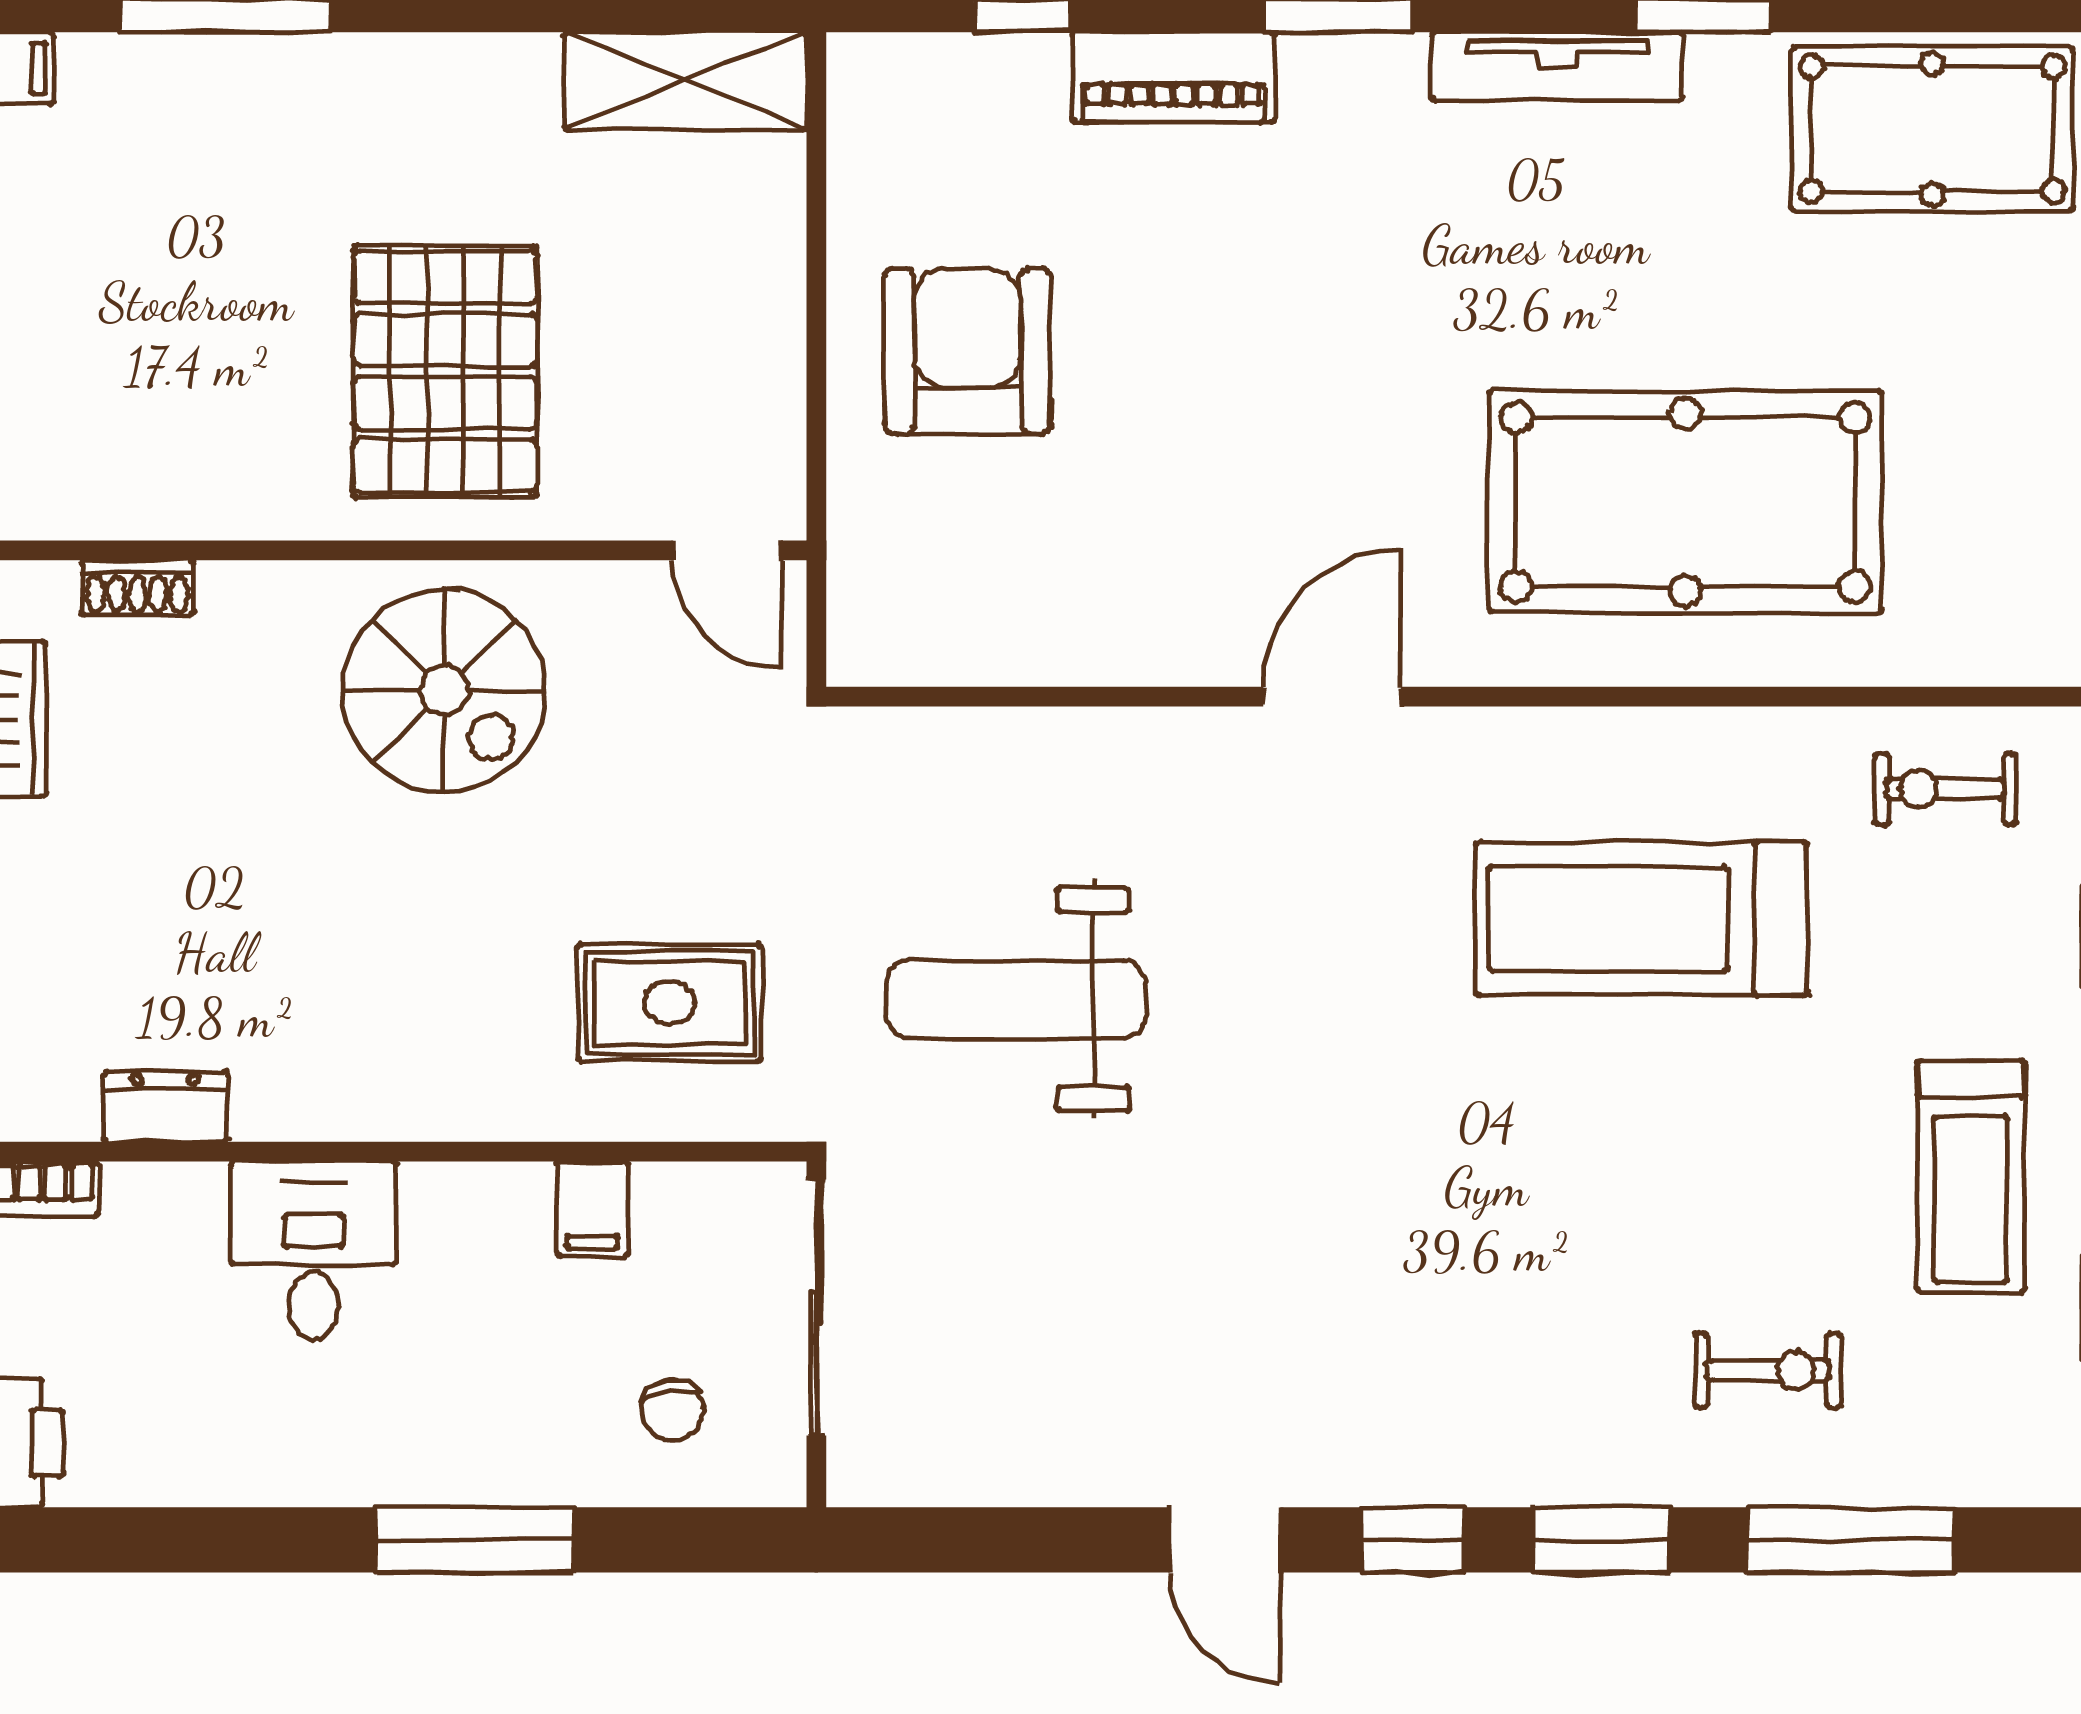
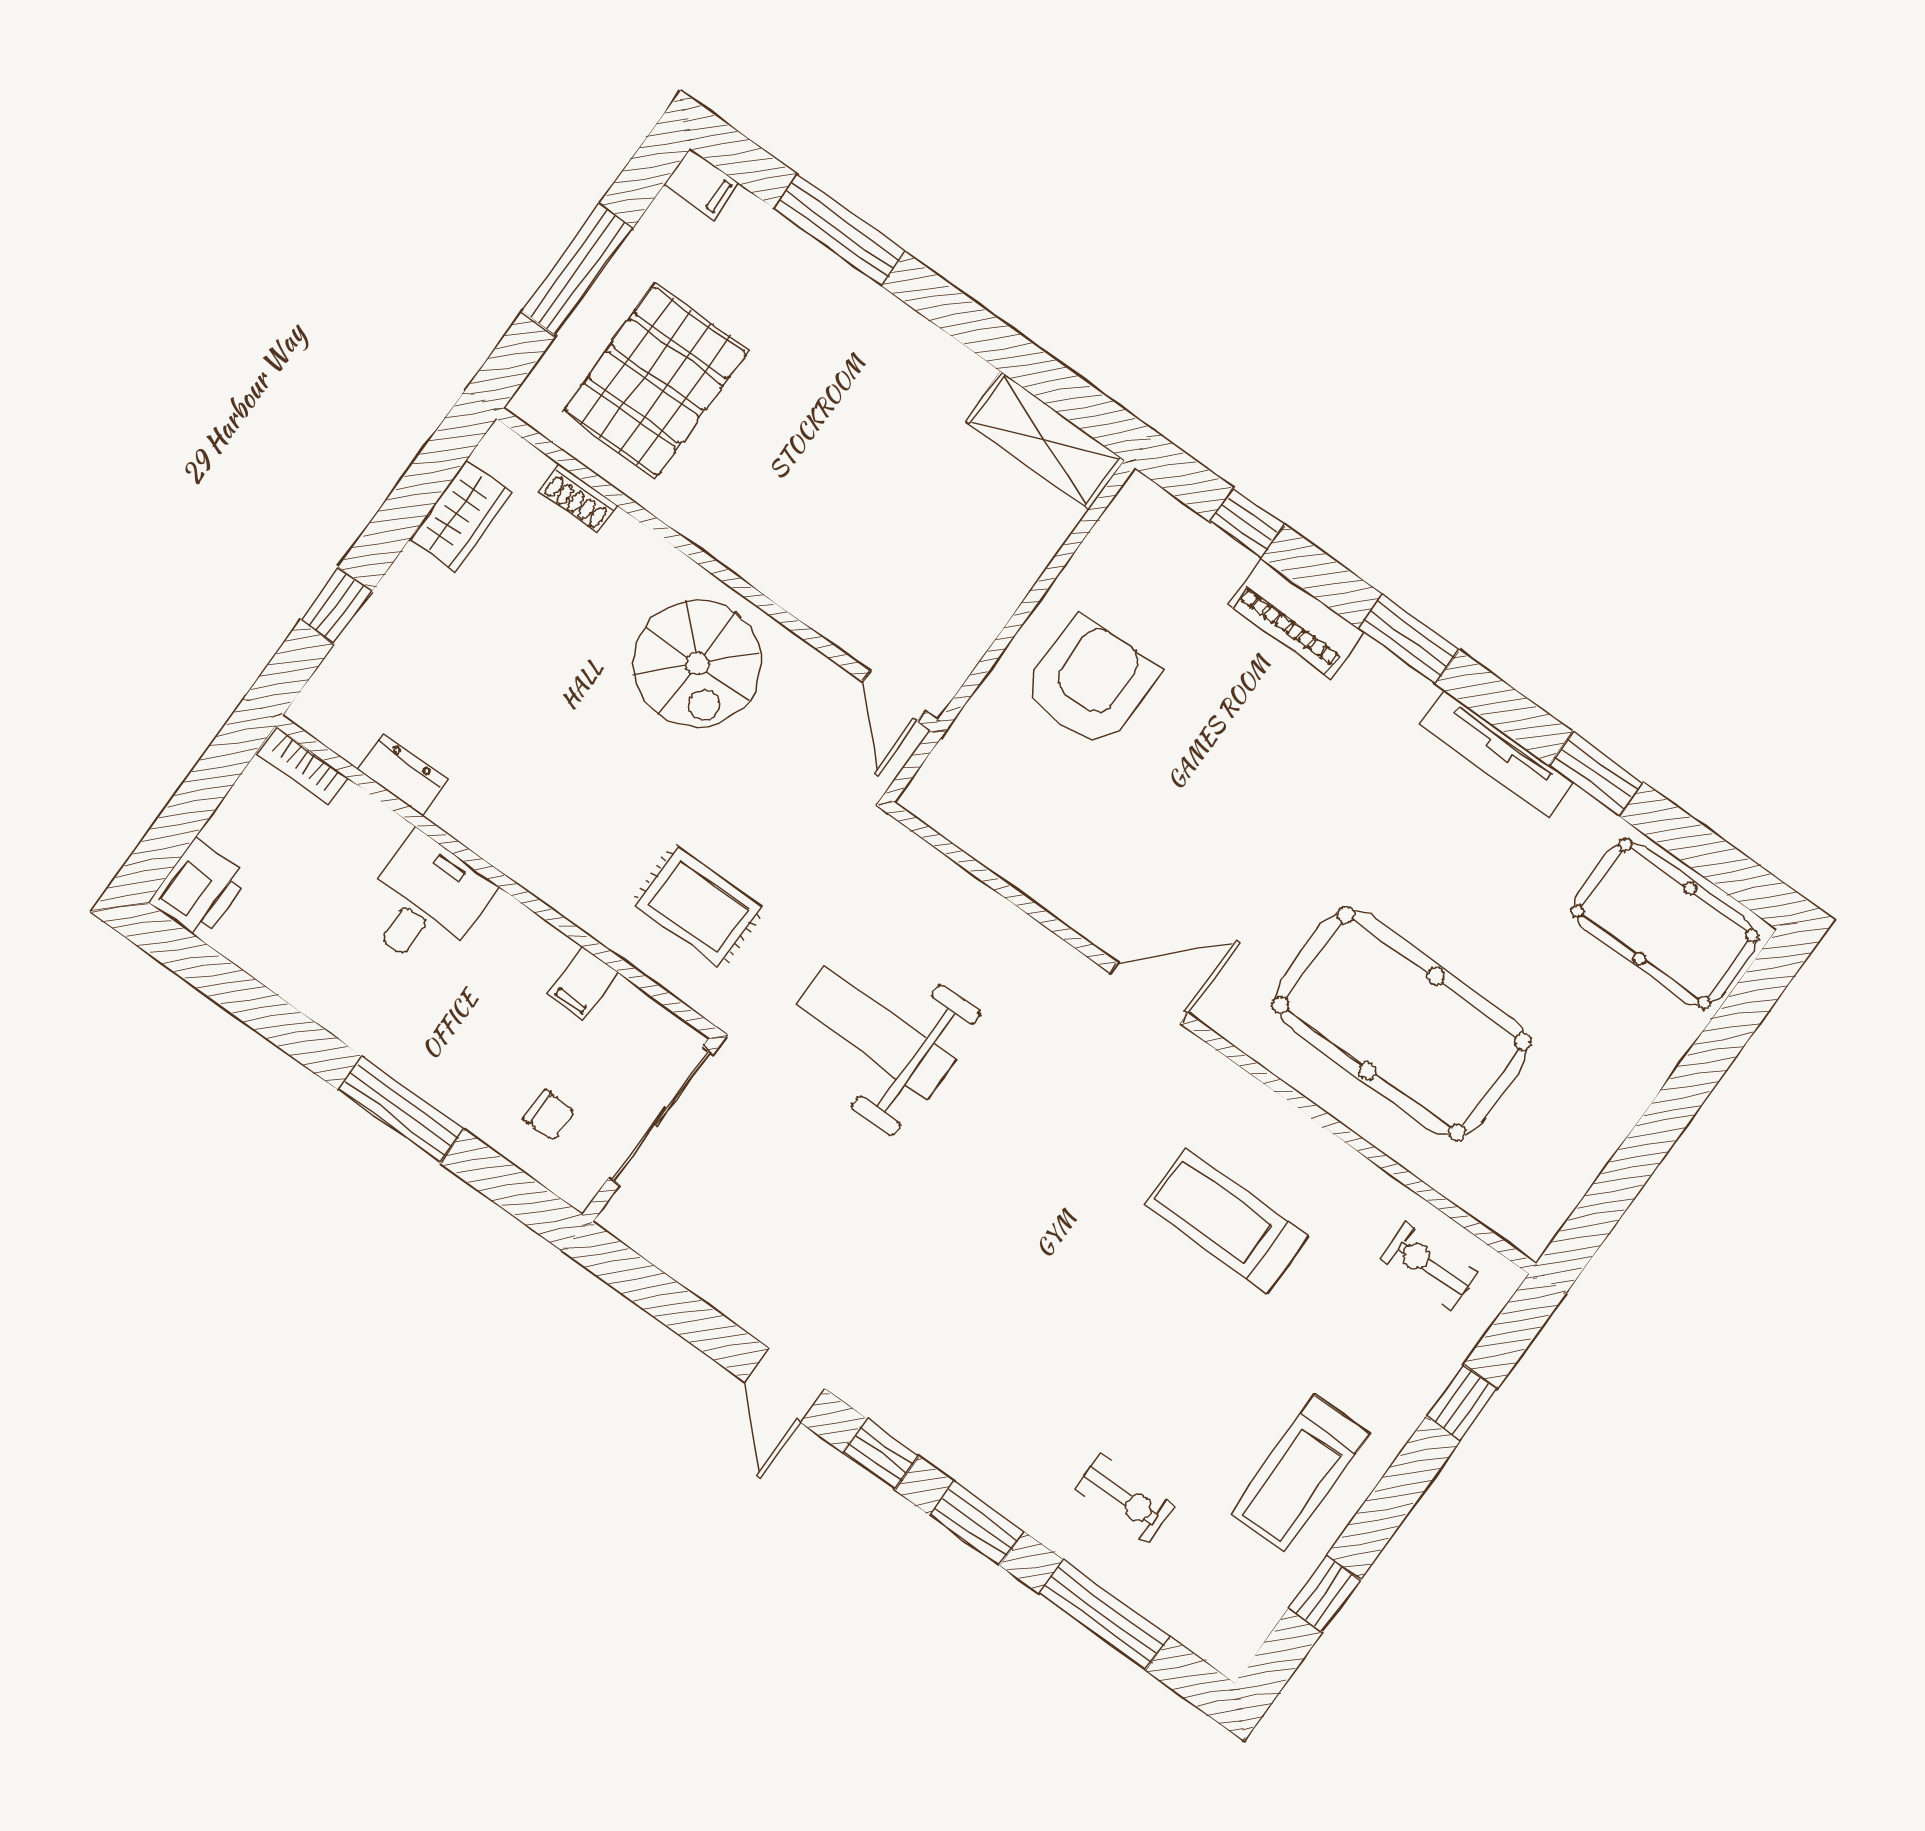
pallet: (445, 372) -> (655, 381), moved
treadmill: (1641, 918) -> (1226, 1220), width x0.73, depth x0.73
chair: (672, 1410) -> (550, 1115), turned -82

